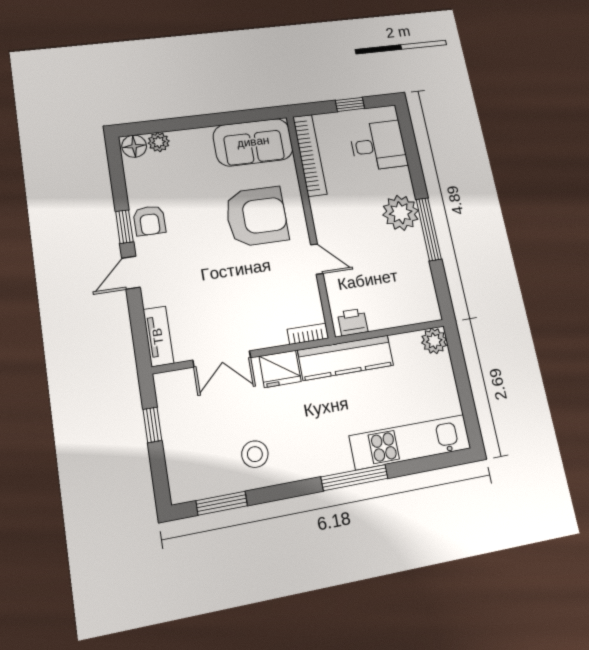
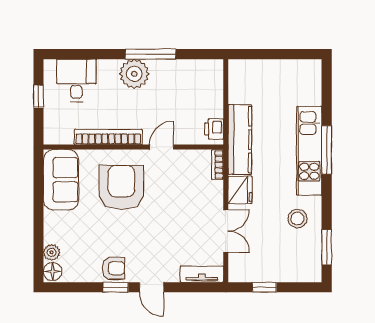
bookcase: (310, 155) -> (108, 137), moved
plant: (434, 341) -> (238, 69), removed
kitchen unit: (410, 442) -> (309, 151), moved

